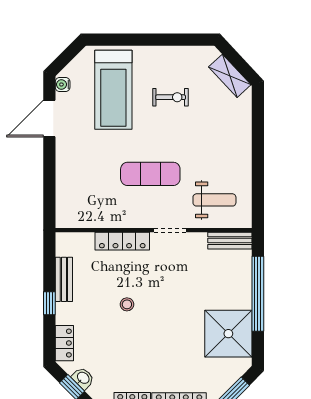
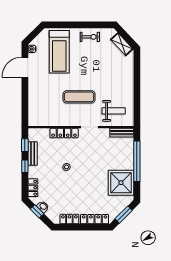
exercise bike: (171, 97) -> (90, 37), moved
window: (49, 264) -> (25, 145), added

